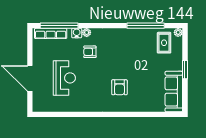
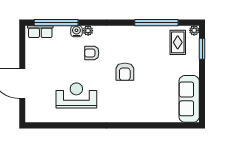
row of seats: (51, 33) -> (40, 32), width x0.68
window: (185, 70) -> (202, 49), moved
reception desk: (64, 78) -> (76, 96), moved, turned -90
armchair: (119, 87) -> (125, 72), moved

